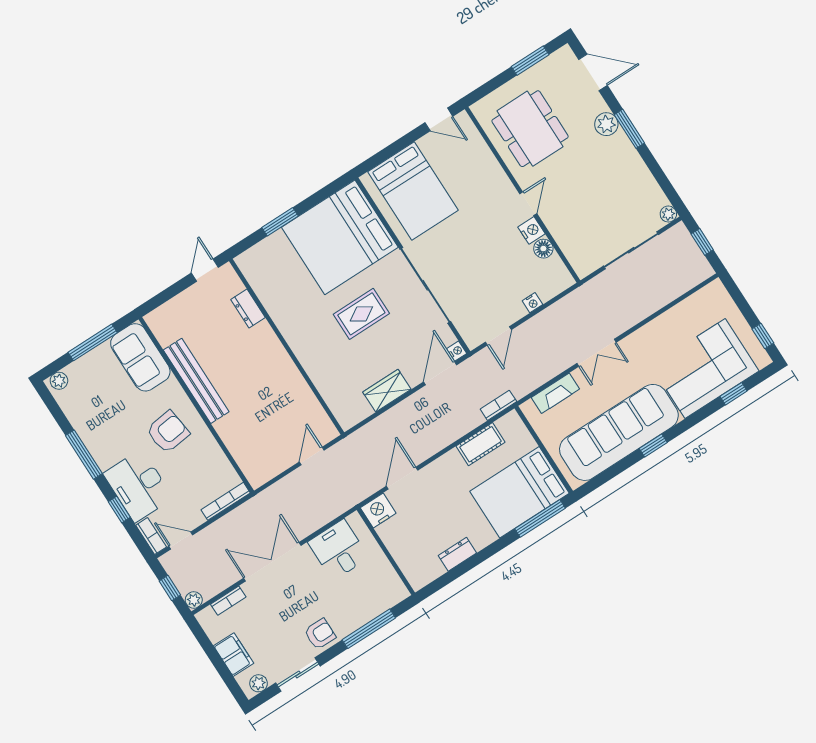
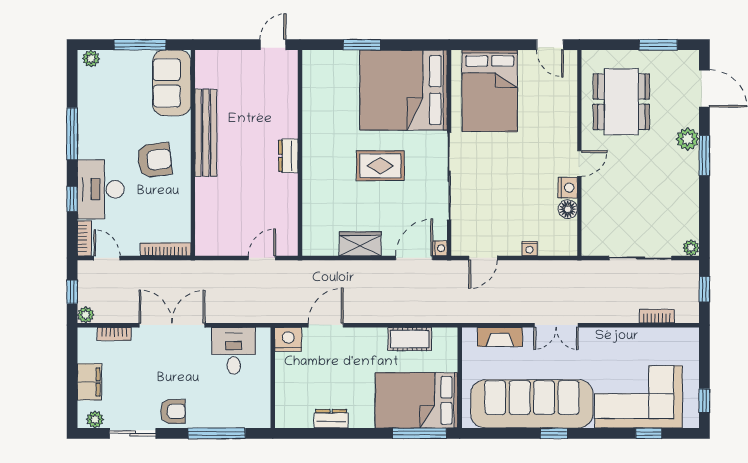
dresser: (248, 308) -> (288, 156), moved
bookcase: (498, 405) -> (657, 316), moved

